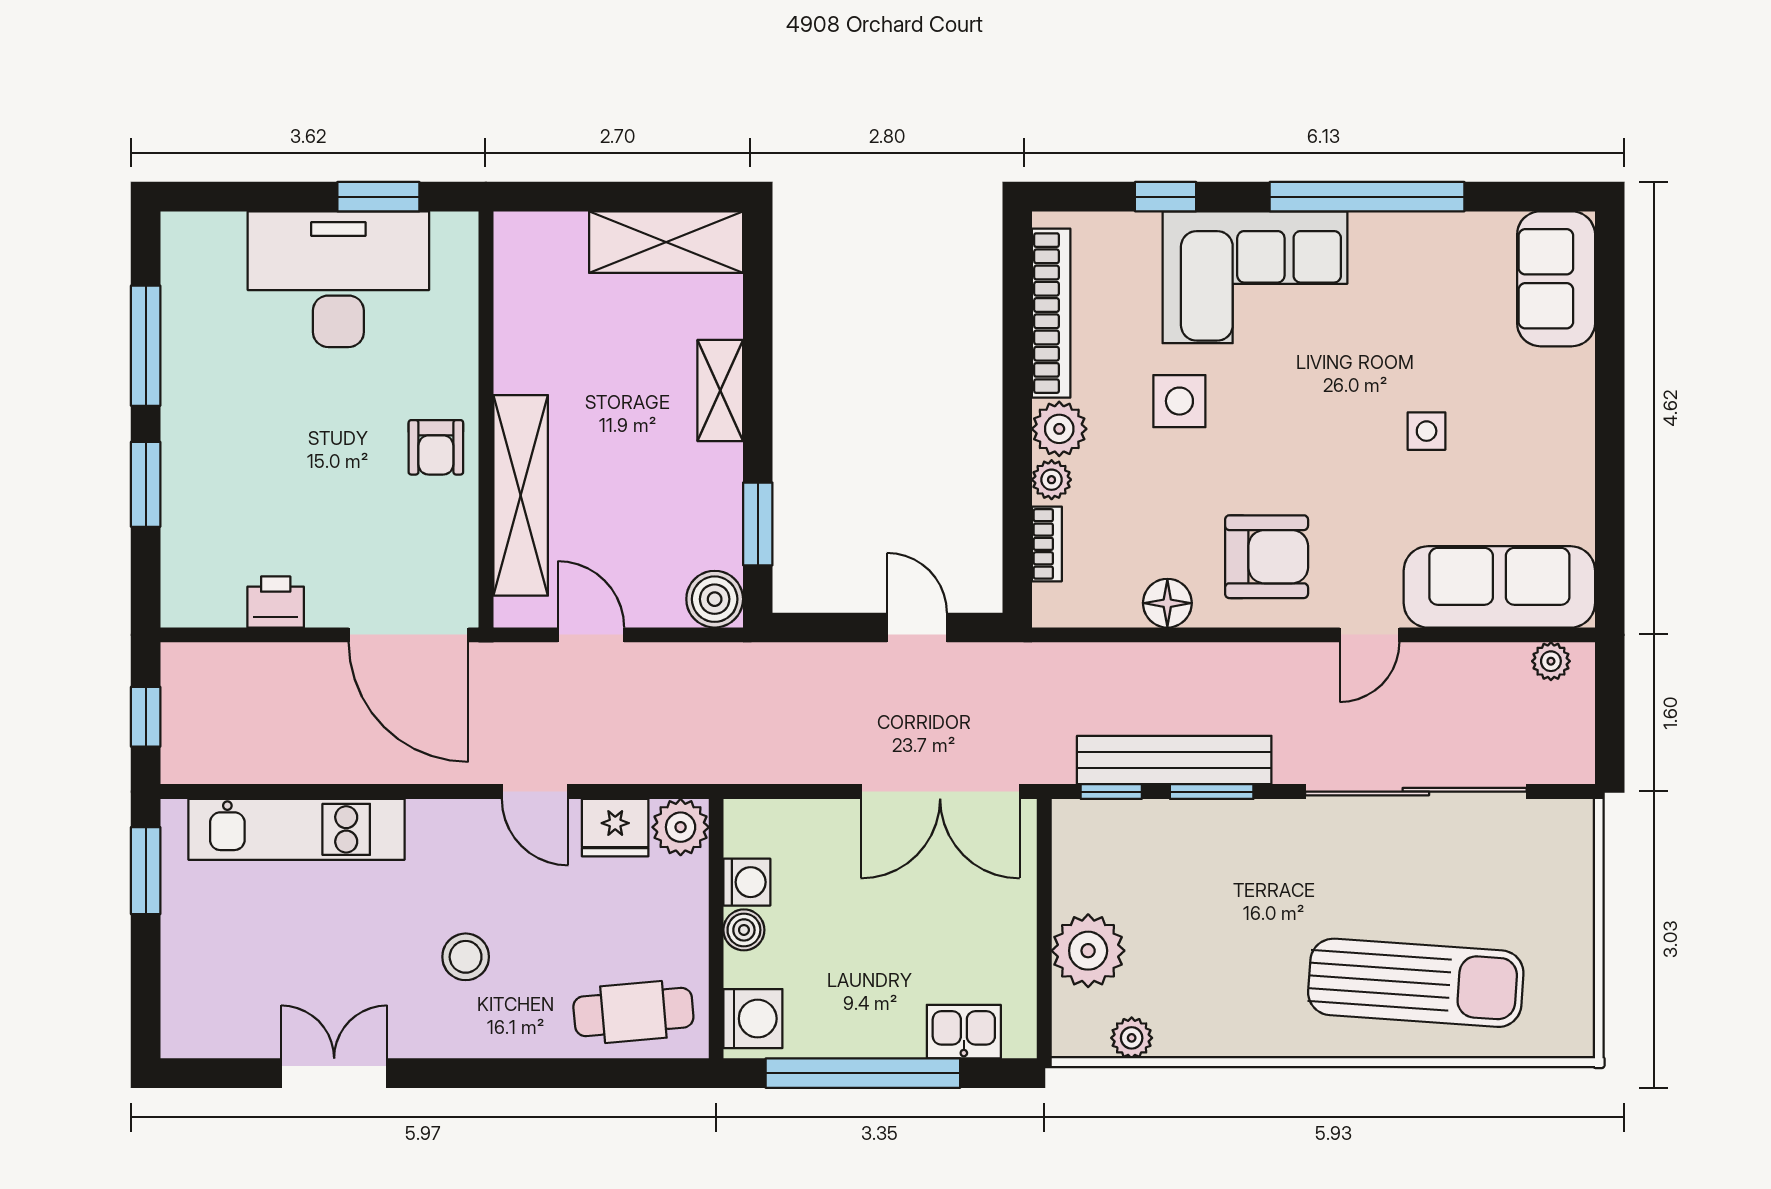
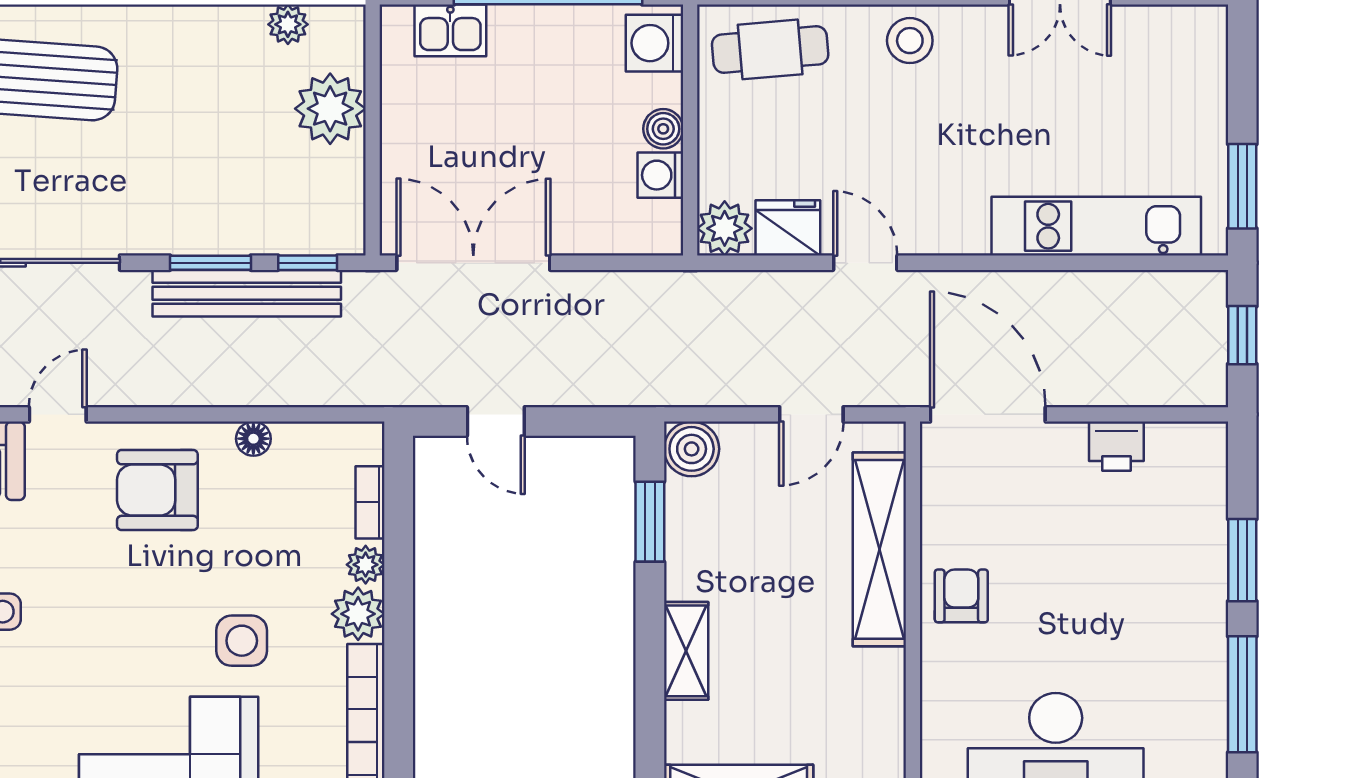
floor lamp: (1167, 603) -> (253, 439), width x0.73, depth x0.73
door: (591, 635) -> (811, 414), hinge flipped
stool: (466, 957) -> (910, 41), moved

